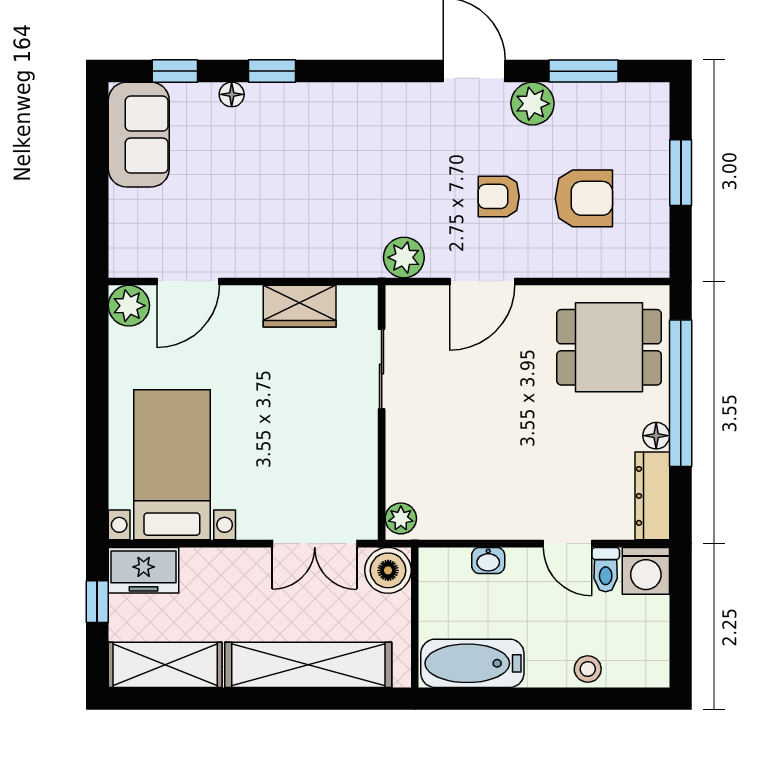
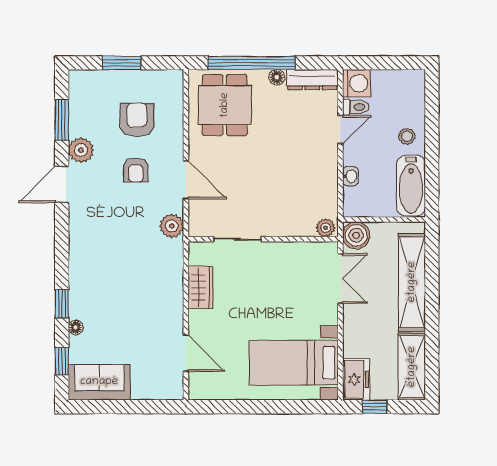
plant: (129, 306) -> (200, 388), removed
stool: (588, 669) -> (407, 136), moved

